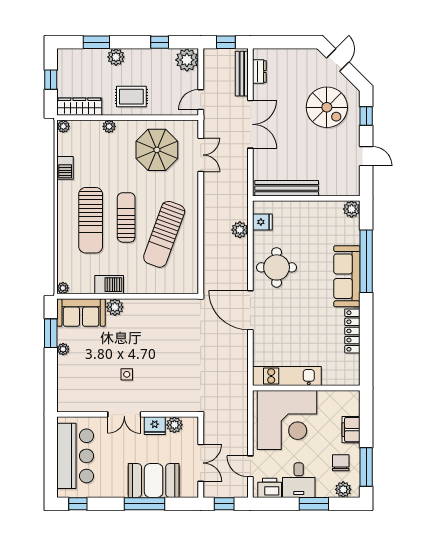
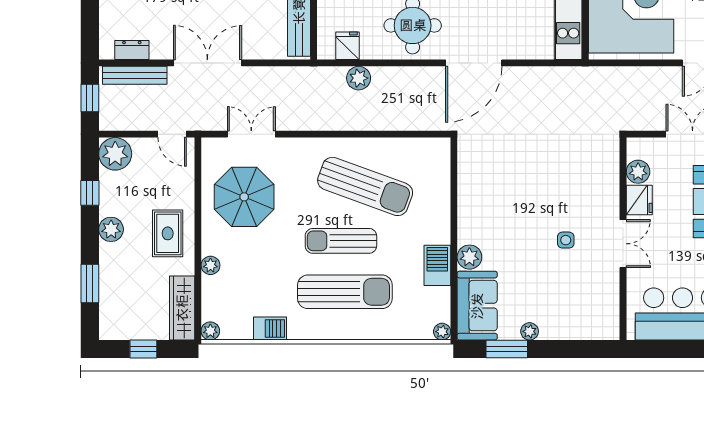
plant: (116, 57) -> (111, 229), moved

